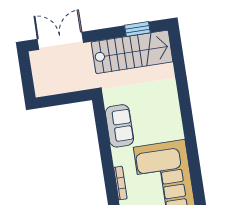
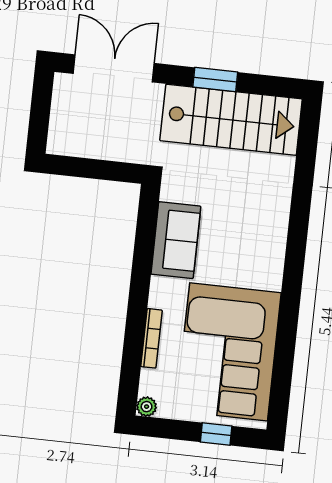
window: (137, 29) -> (215, 79), moved

